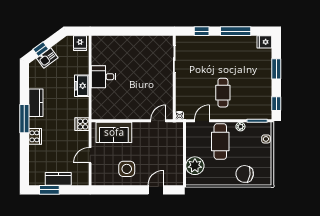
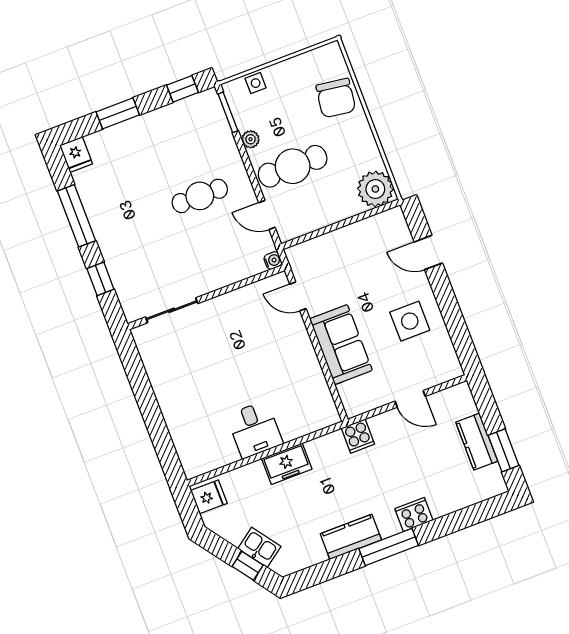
sofa: (114, 132) -> (341, 345), moved
plant: (195, 166) -> (375, 189), moved

